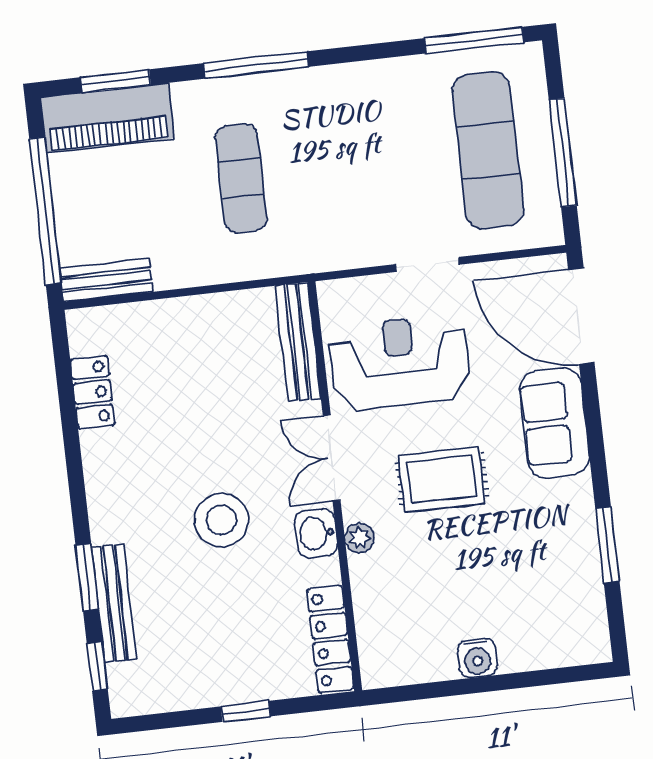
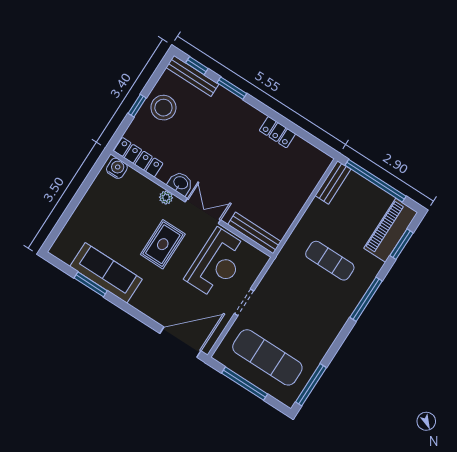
locker: (93, 392) -> (277, 132), moved
sofa: (554, 423) -> (106, 273), moved, width x1.36
stool: (221, 520) -> (163, 108), moved
bench: (114, 603) -> (192, 76), moved
water cooler: (477, 658) -> (117, 168), moved, turned 90

